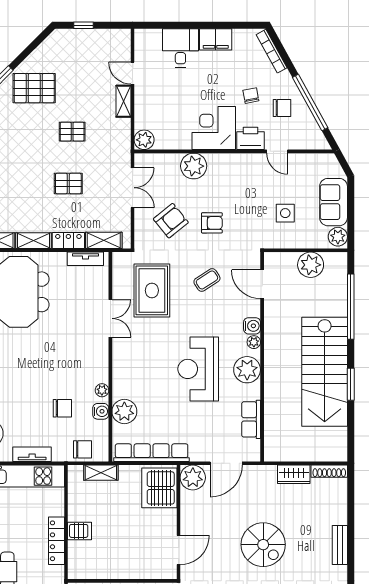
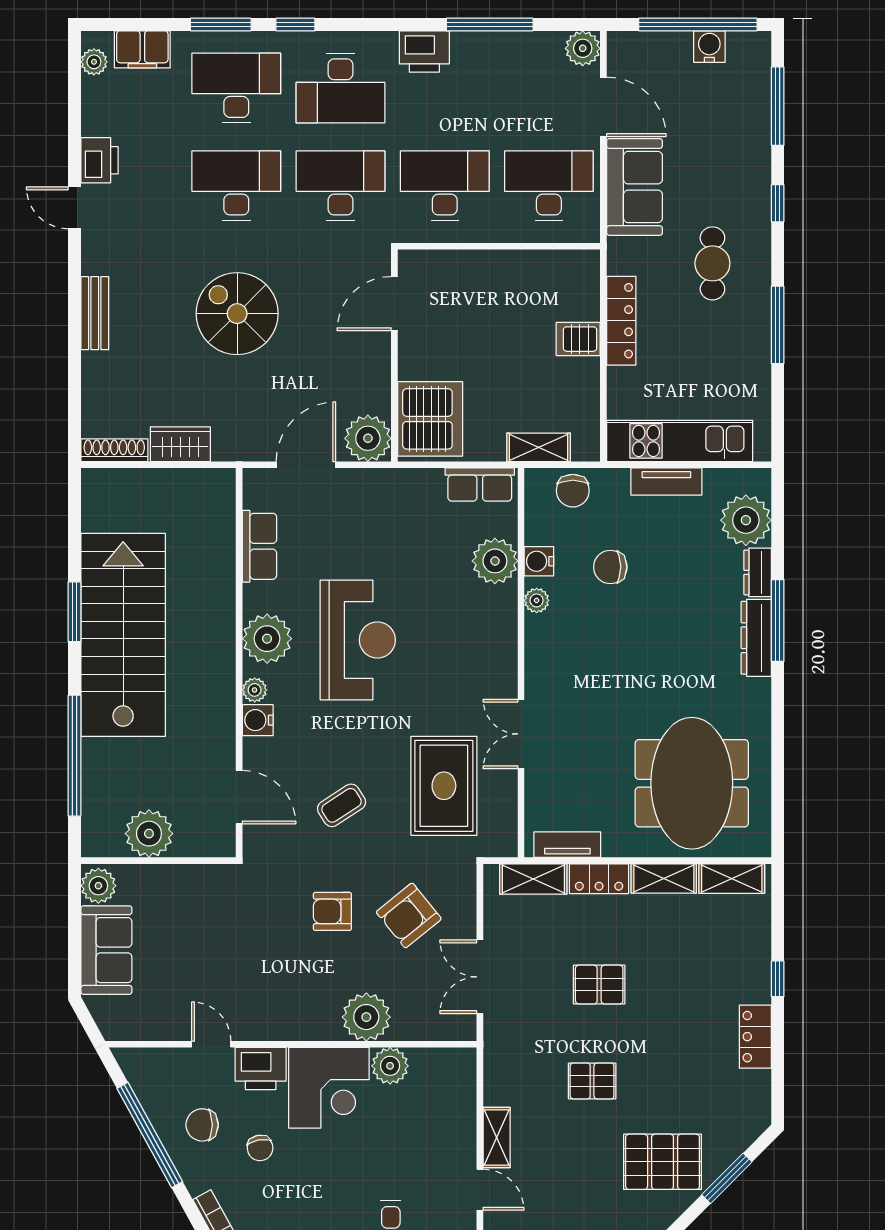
plant: (144, 140) -> (390, 1066), moved
side table: (285, 213) -> (196, 930), removed
chair: (83, 449) -> (573, 491), turned -90
row of seats: (152, 453) -> (480, 484), width x0.50

